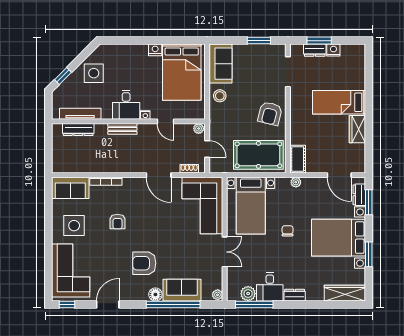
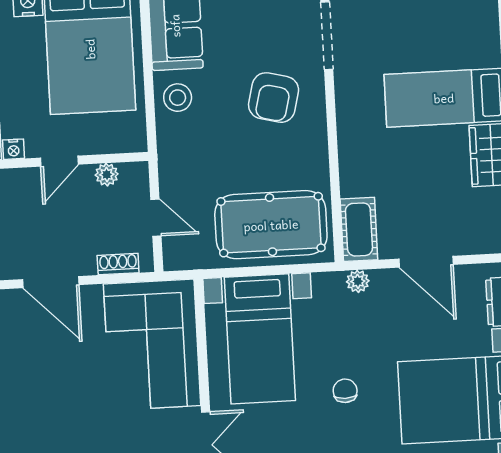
armchair: (270, 113) -> (274, 98), moved
door: (165, 121) -> (59, 161), hinge flipped
plant: (199, 128) -> (107, 175), moved
door: (339, 175) -> (426, 262), moved

